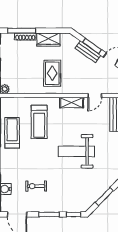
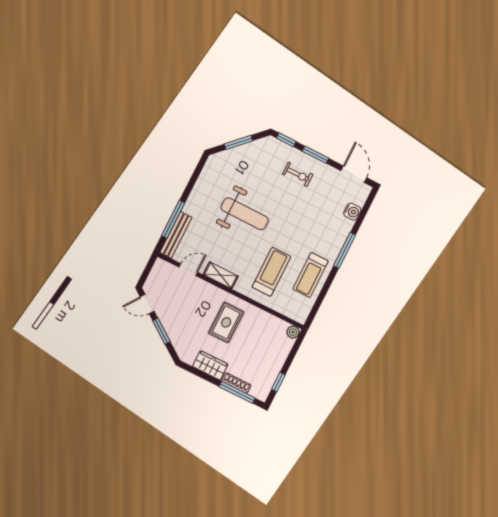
bench: (88, 52) -> (170, 327), removed
exercise bike: (36, 186) -> (298, 174), moved

